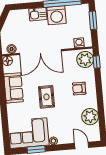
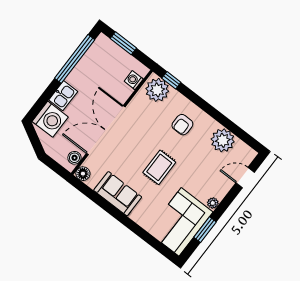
washing machine: (56, 15) -> (50, 119), moved
double door: (40, 52) -> (106, 130), swing flipped
rug: (46, 97) -> (159, 167), turned 90

